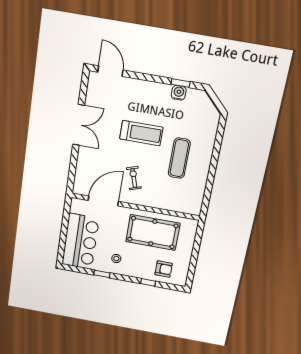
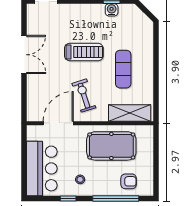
exercise bike: (134, 178) -> (84, 96), width x1.38, depth x1.39
shelving: (177, 204) -> (130, 113), added
window: (148, 282) -> (116, 198), width x3.17

